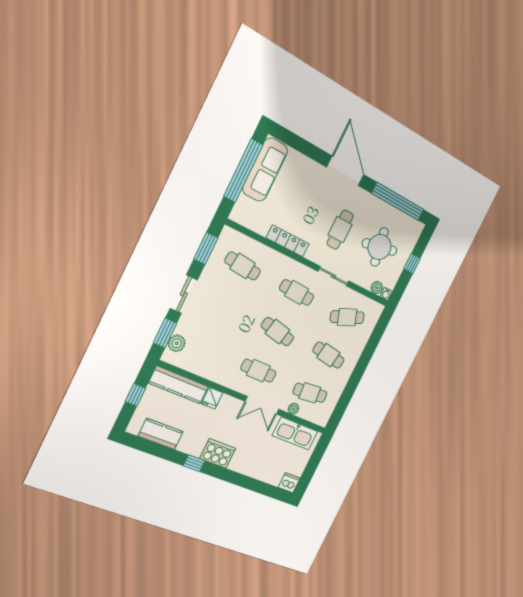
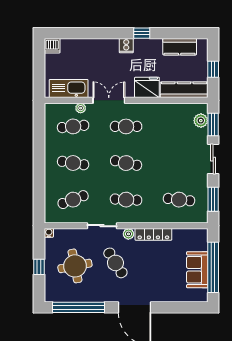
sofa: (265, 170) -> (197, 270), width x0.73
cafe table: (340, 230) -> (115, 263), turned -32
plant: (377, 288) -> (128, 234), moved
fridge: (212, 398) -> (147, 87), width x1.88, depth x1.34
cooker: (218, 454) -> (126, 46), width x0.53, depth x0.76

